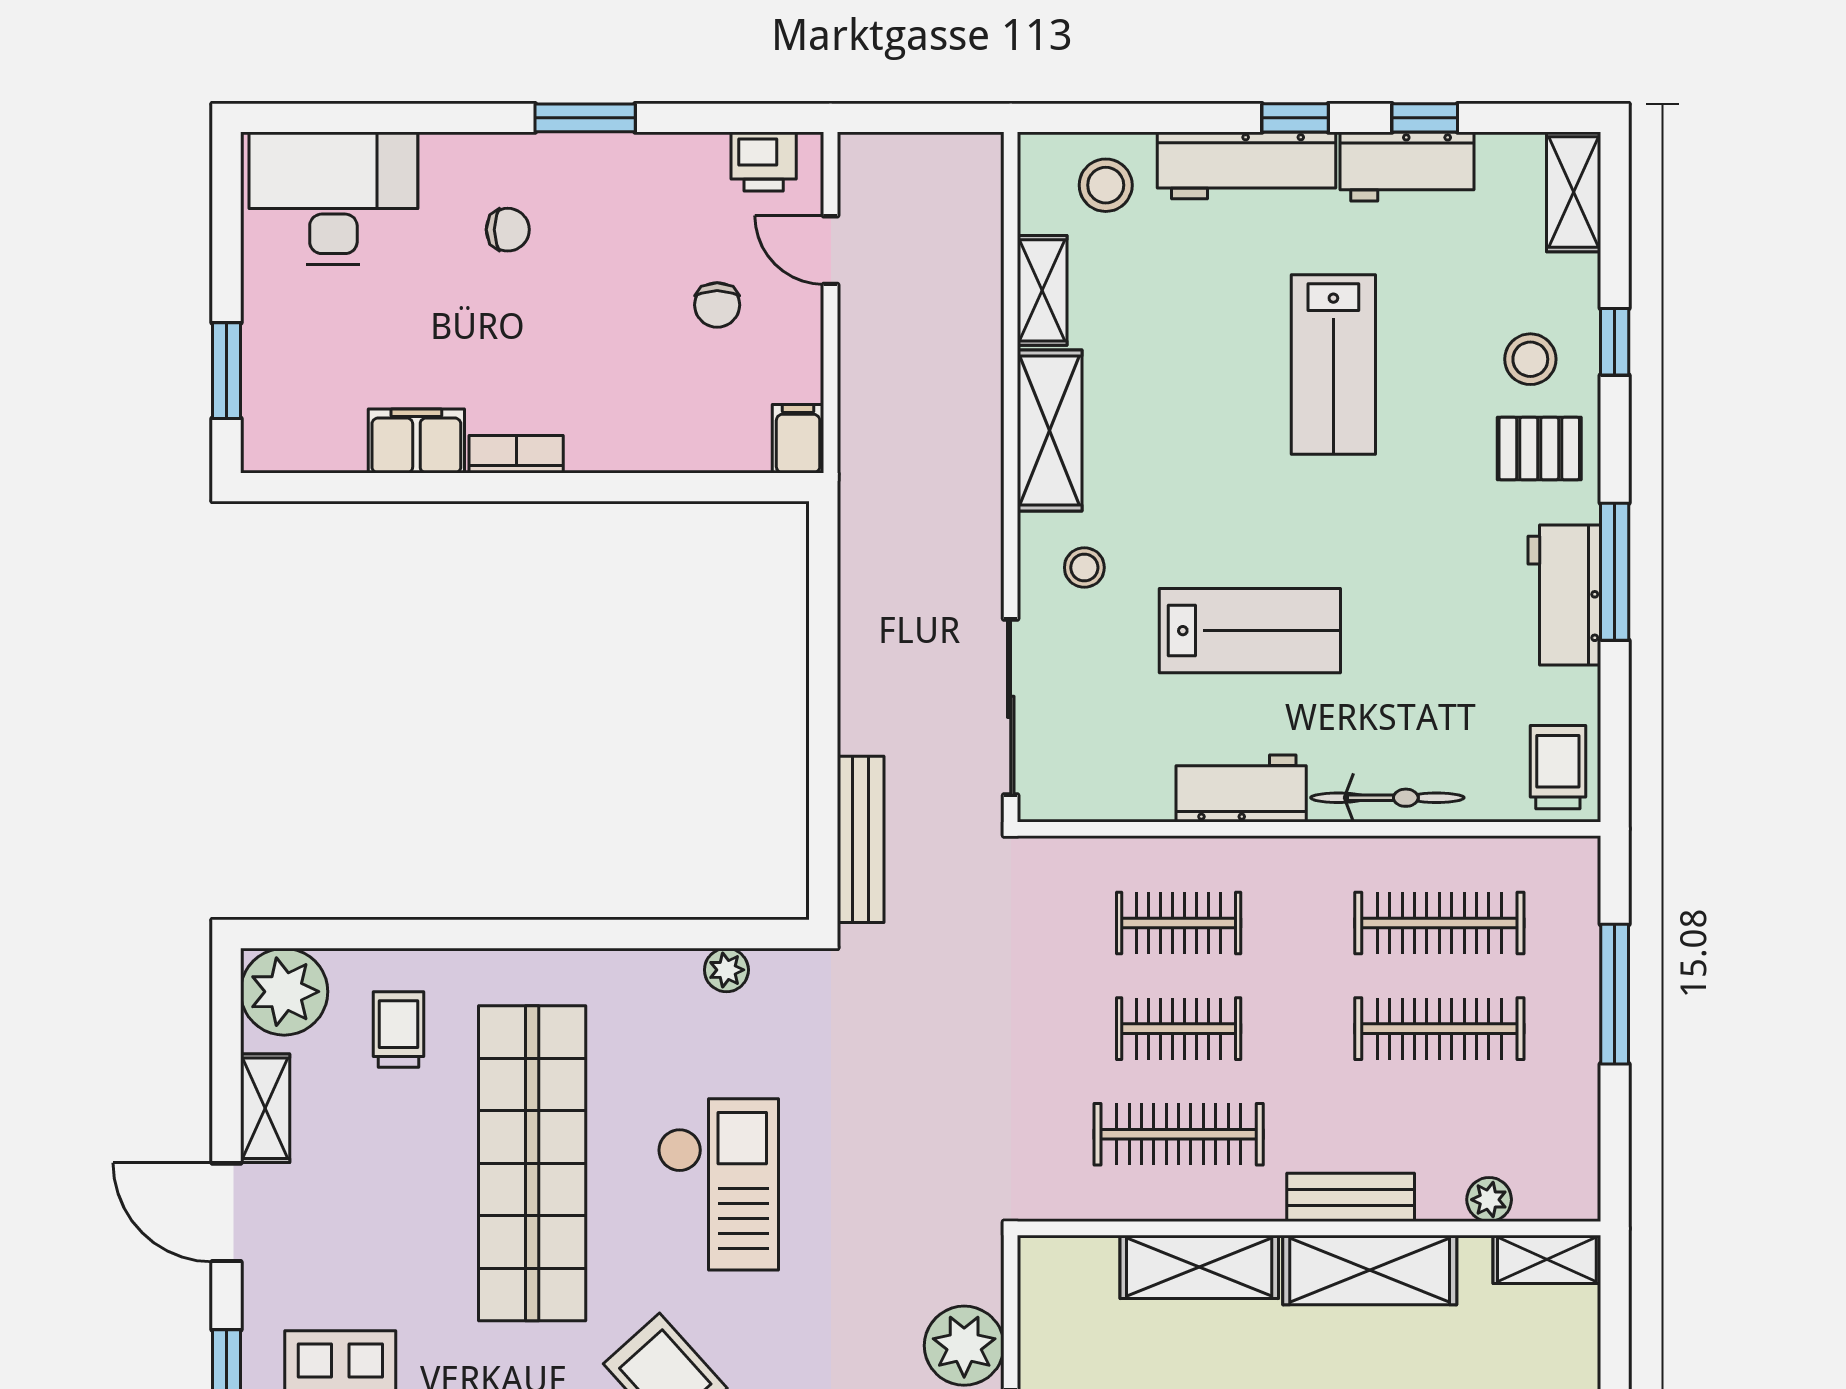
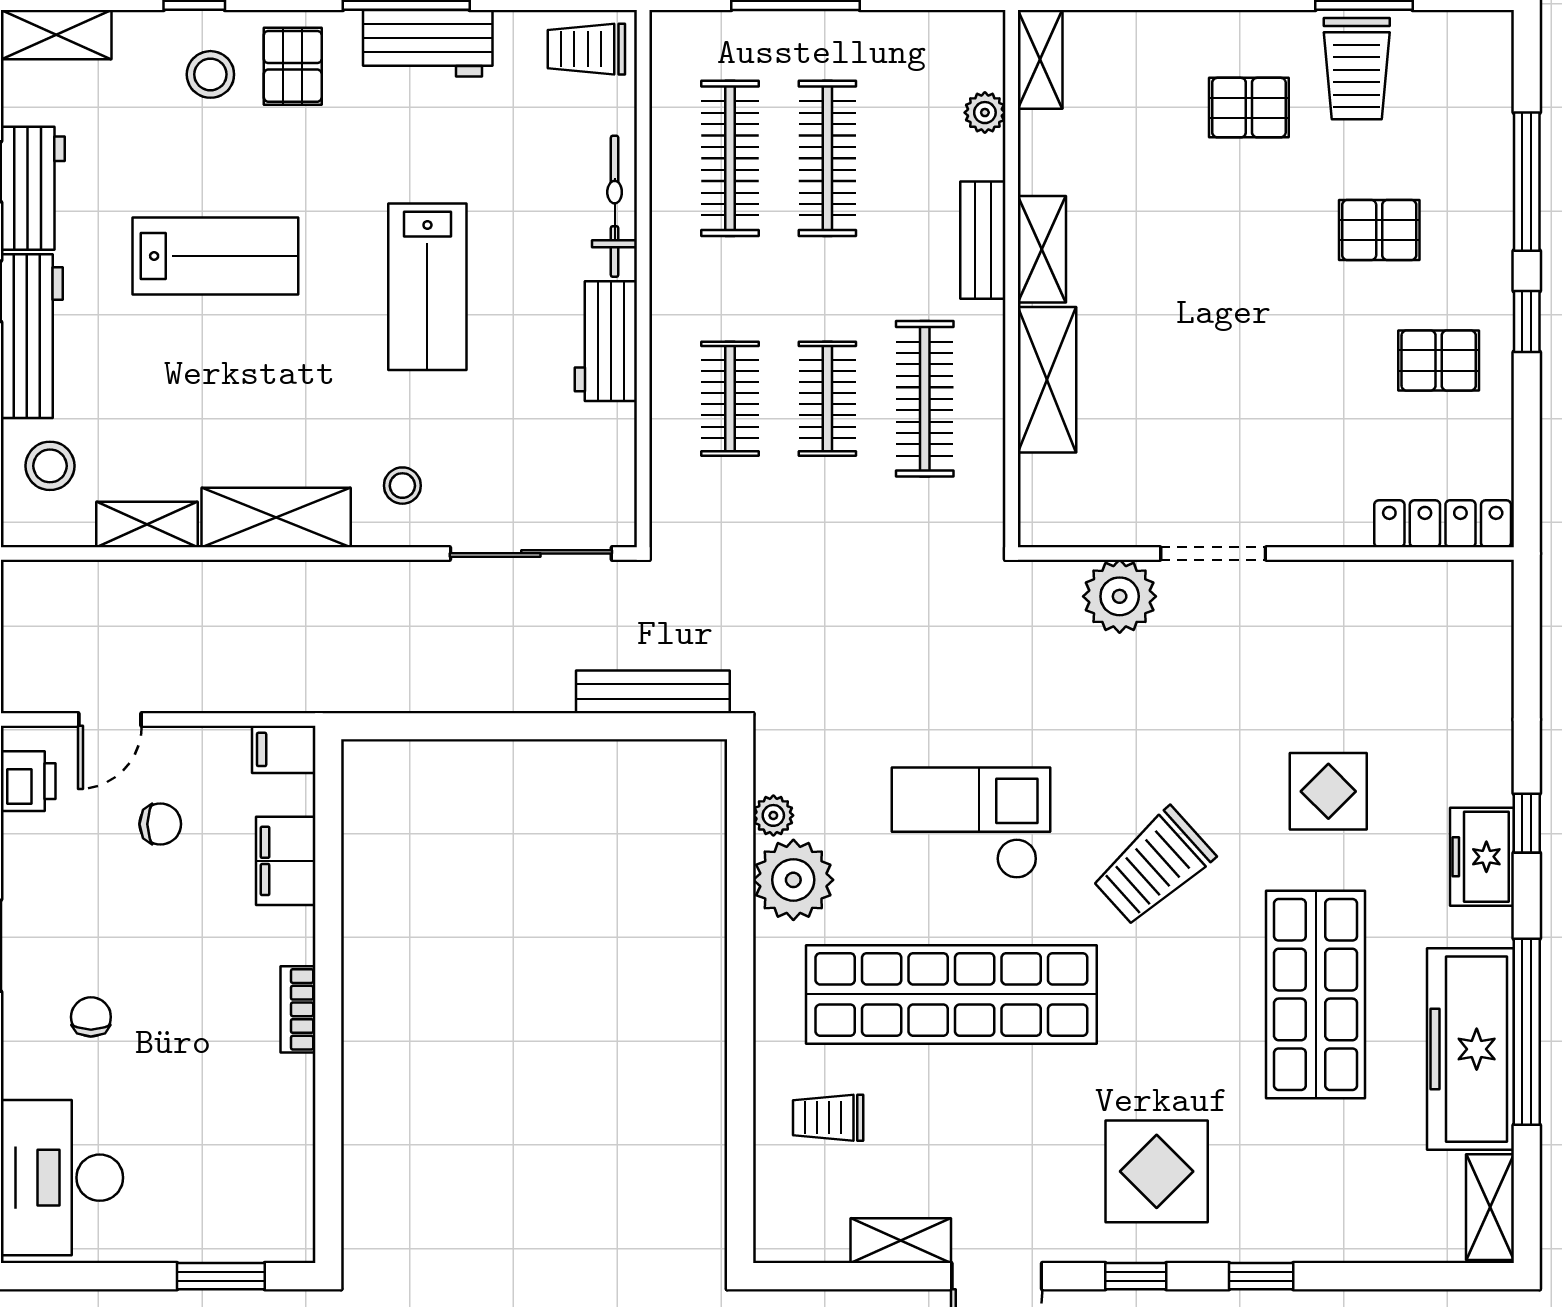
filing cabinet: (416, 441) -> (286, 861), moved
lab bench: (1250, 631) -> (427, 287), moved, turned 180
plant: (284, 992) -> (793, 880), moved
shelving: (1370, 1270) -> (1042, 249), width x0.67, depth x0.75

